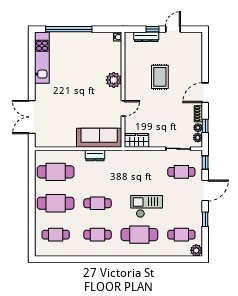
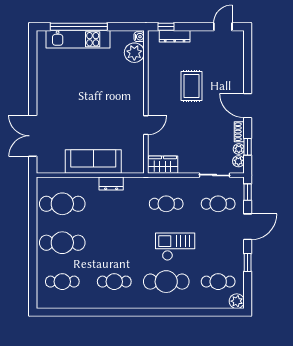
window: (153, 29) -> (166, 27), moved
door: (173, 29) -> (223, 27), moved
kitchen unit: (42, 58) -> (78, 39), moved, turned 90
plant: (114, 80) -> (134, 53), moved
door: (205, 93) -> (248, 106), hinge flipped
sofa: (99, 138) -> (93, 162), moved
cafe table: (98, 203) -> (166, 204), moved

